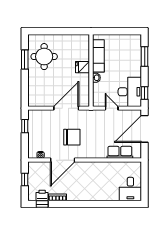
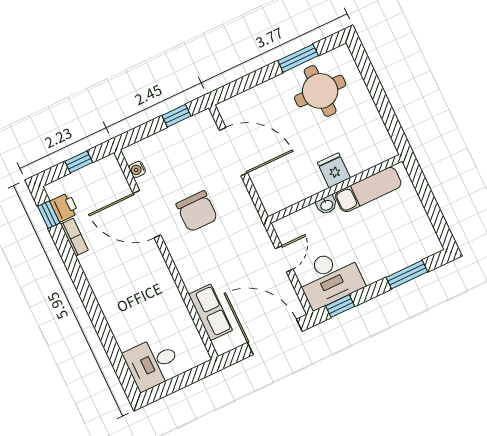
door: (66, 108) -> (233, 152), moved

